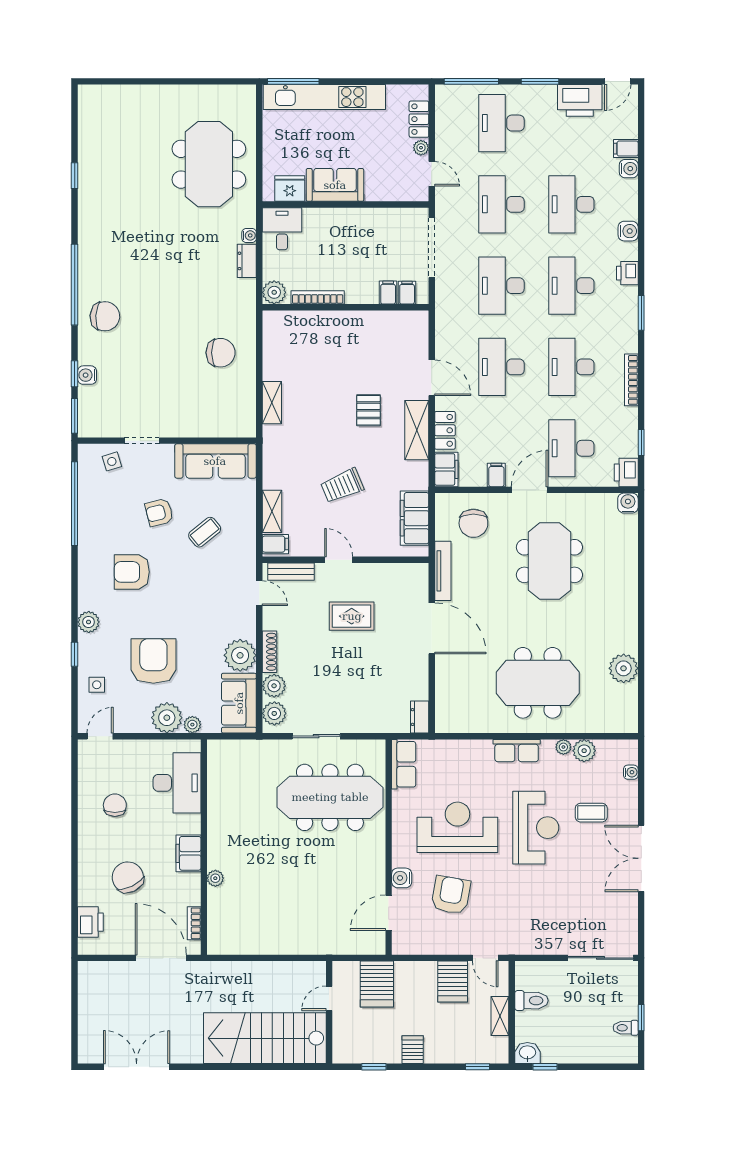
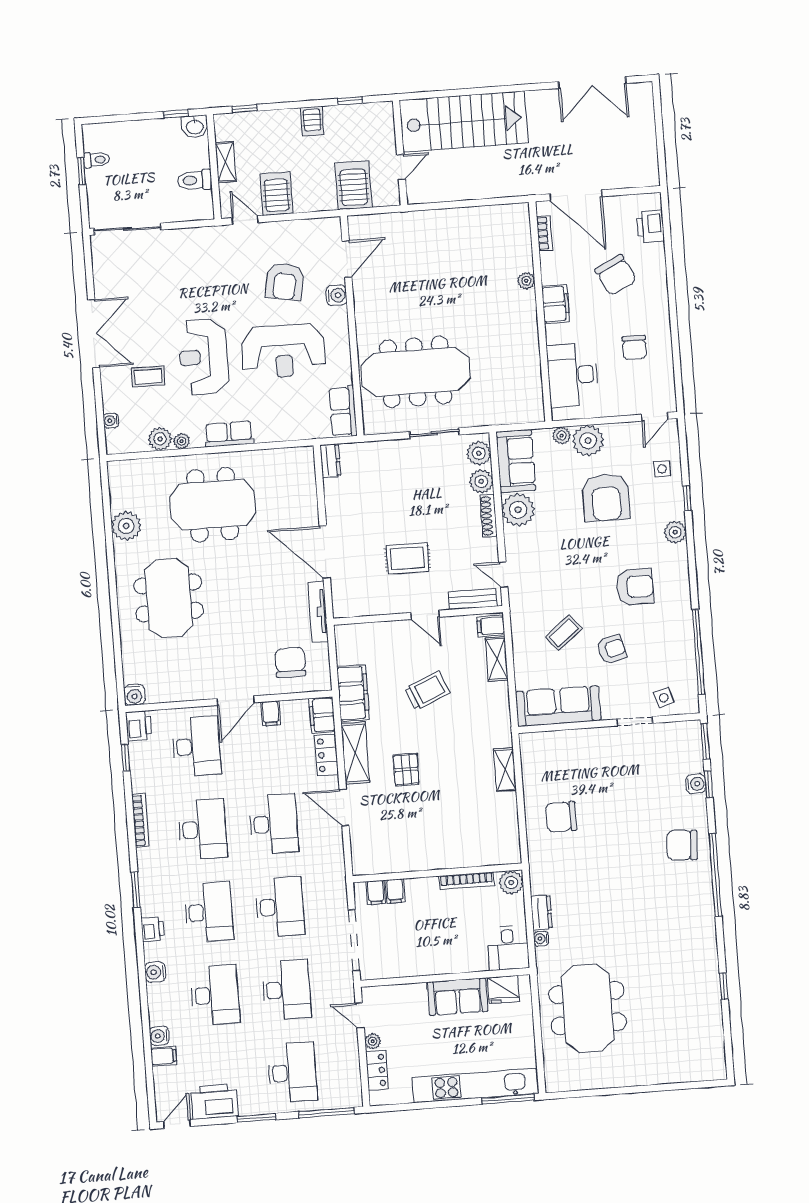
filing cabinet: (415, 518) -> (353, 693), moved
meeting table: (549, 561) -> (169, 598), moved

